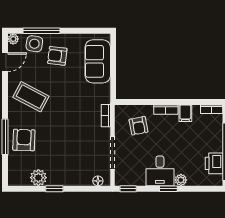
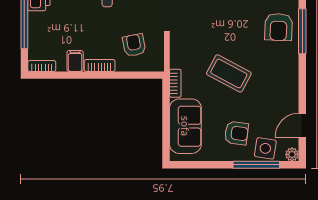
coffee table: (31, 97) -> (229, 73), moved
bookcase: (106, 116) -> (175, 83), moved

